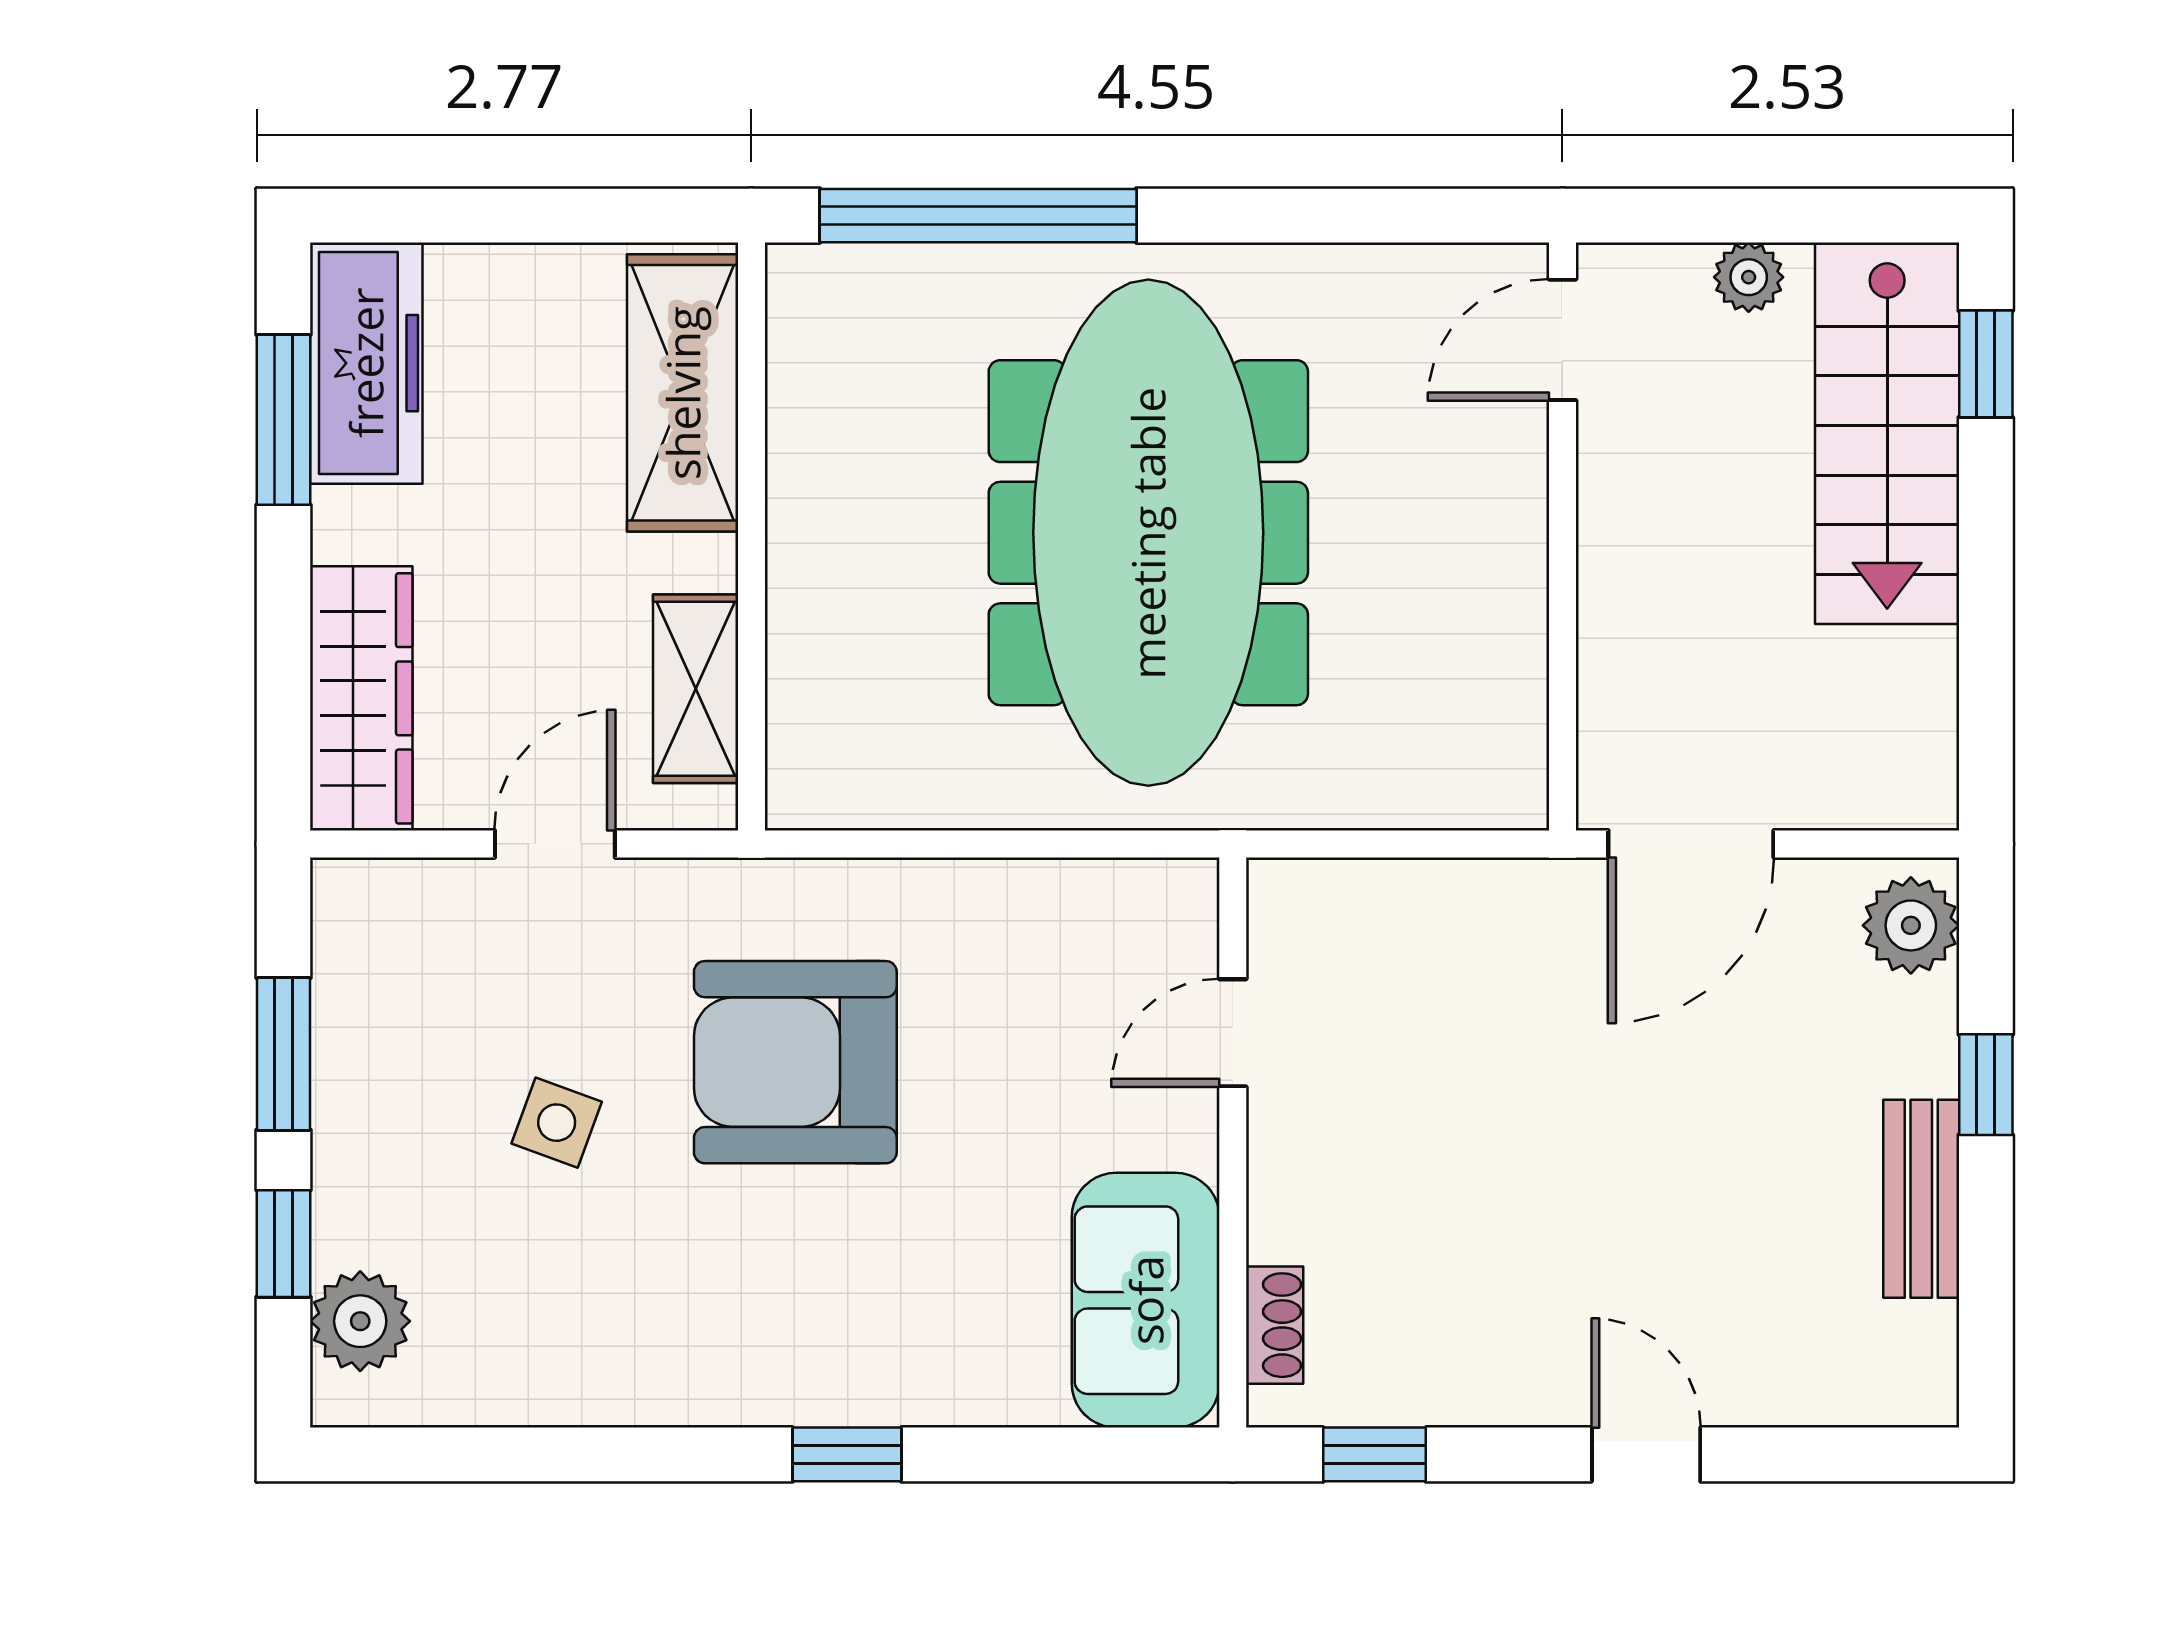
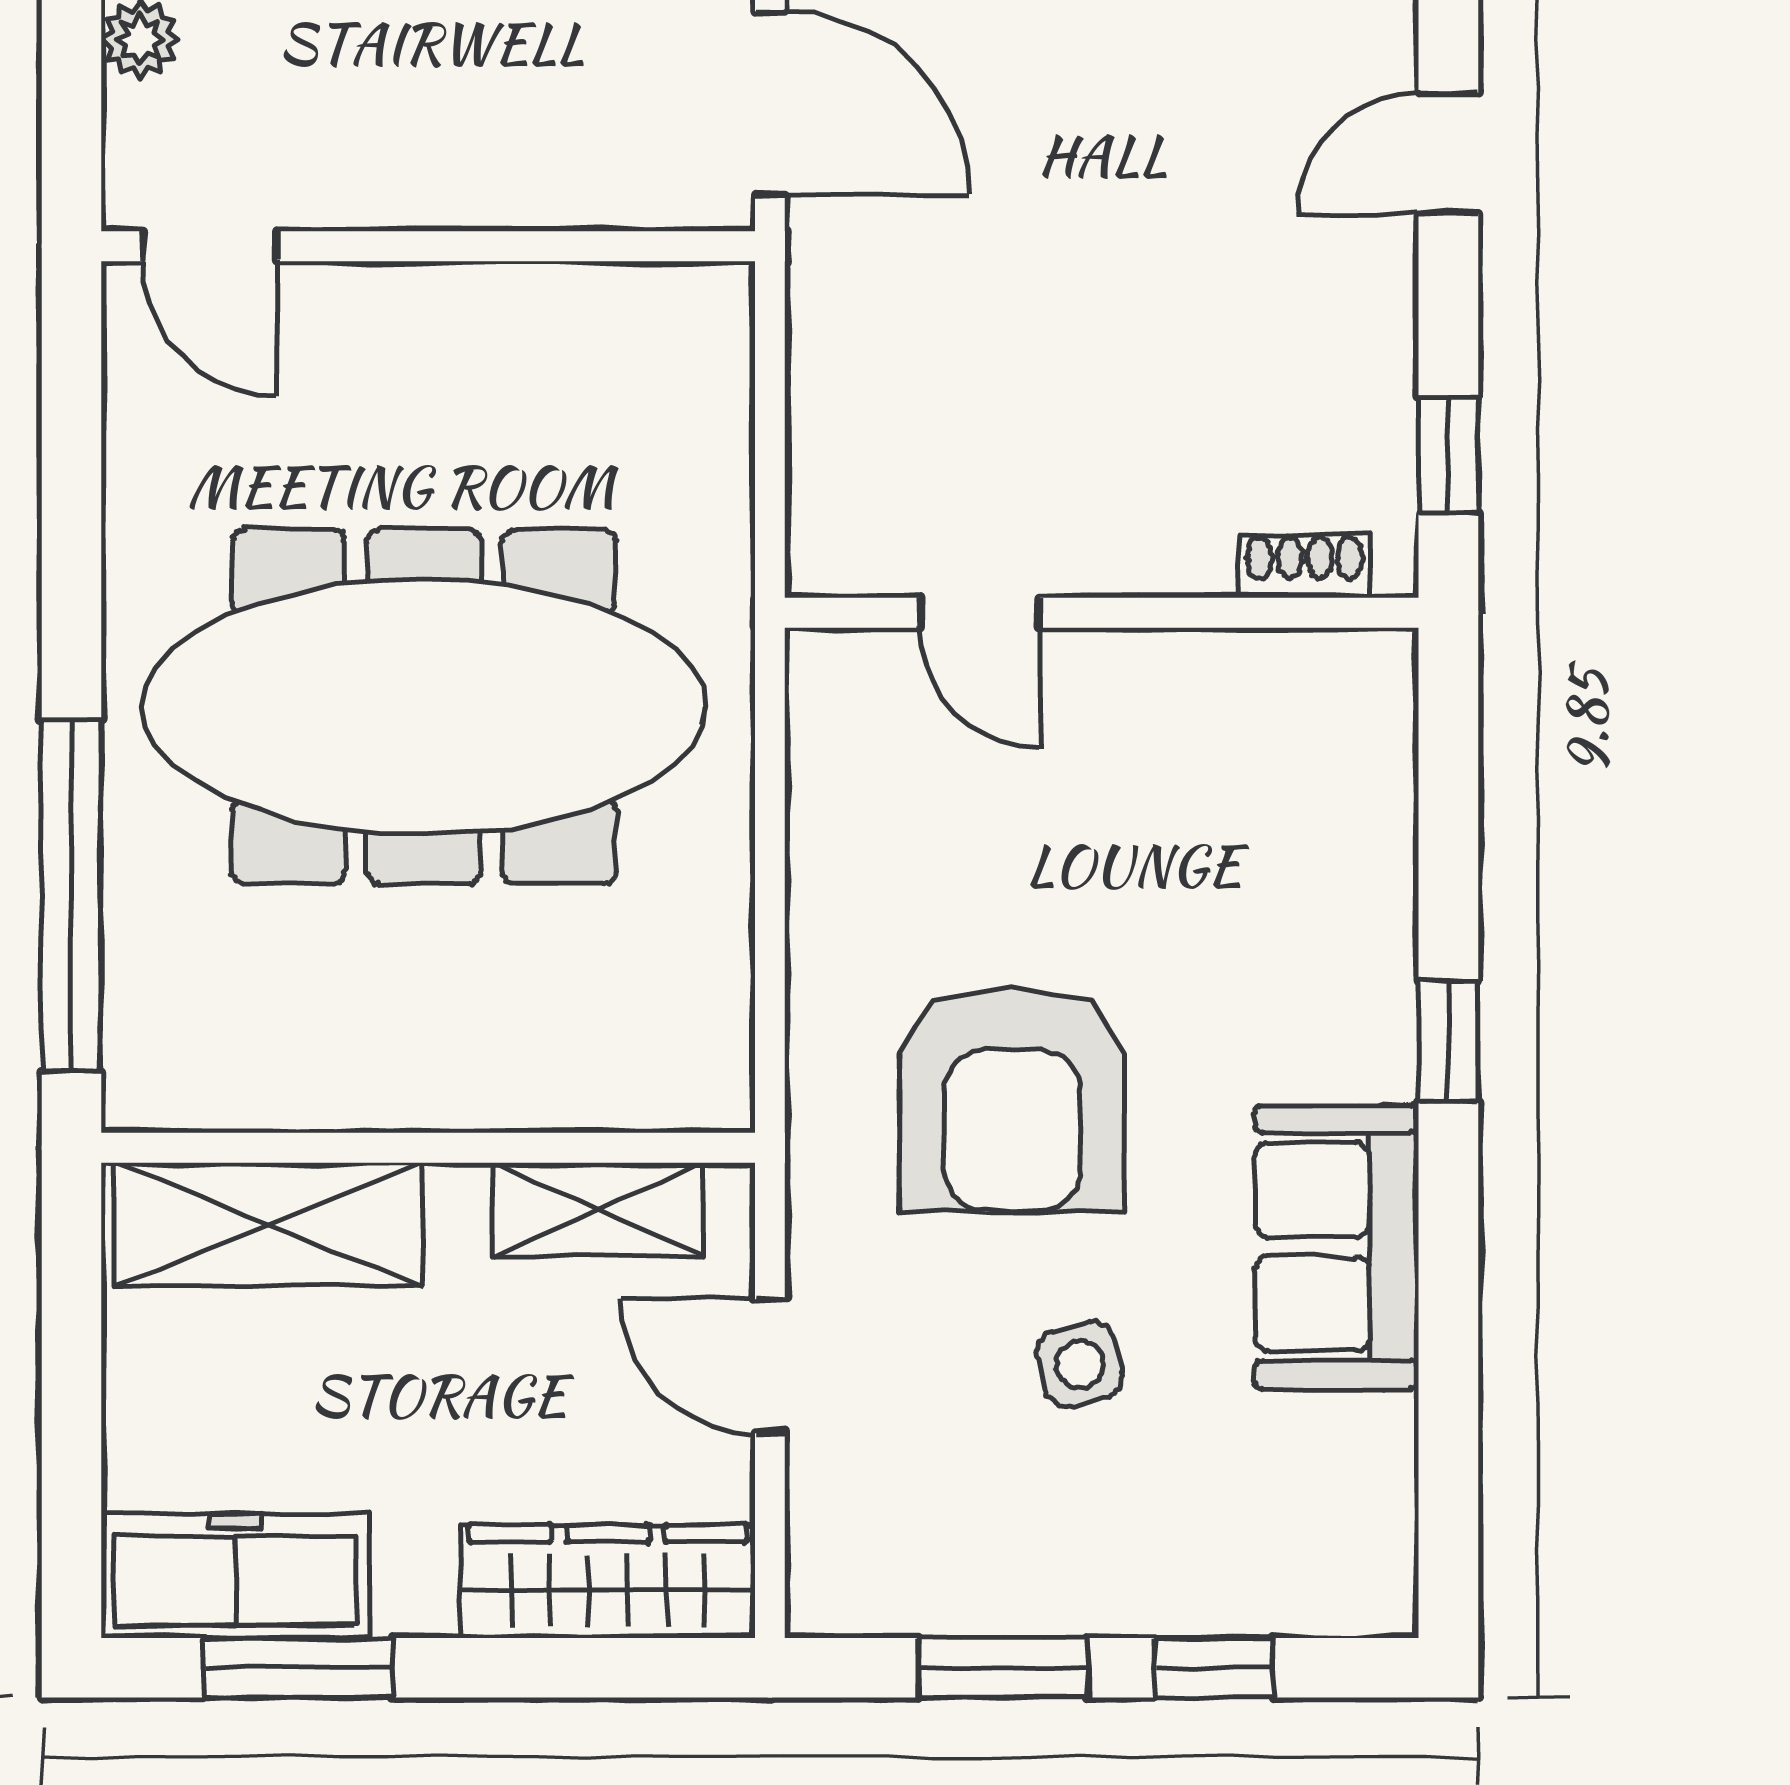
side table: (557, 1123) -> (1080, 1364), turned -35
sofa: (1146, 1300) -> (1337, 1247), moved, turned 90
plant: (360, 1321) -> (1300, 1582), removed

